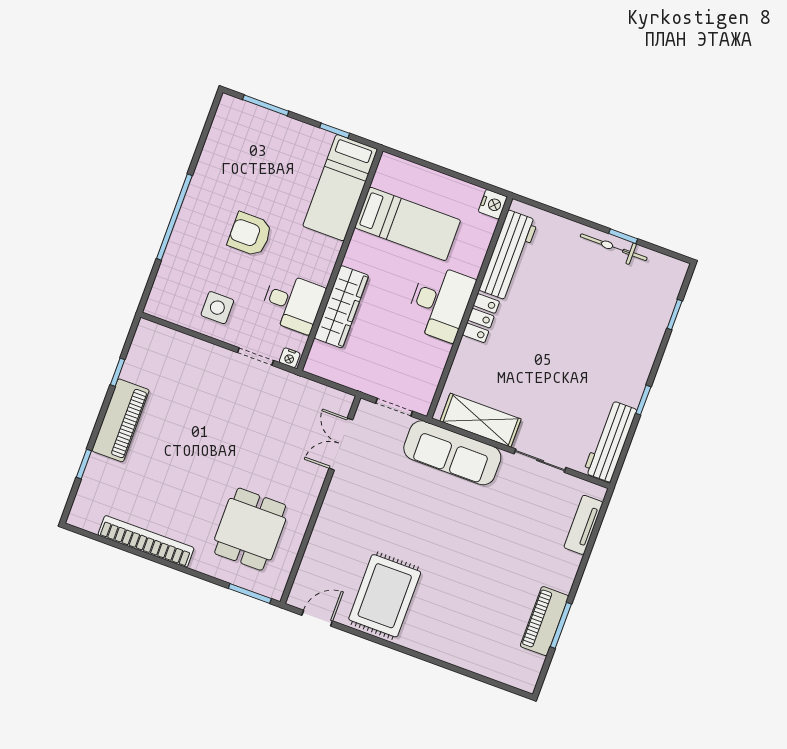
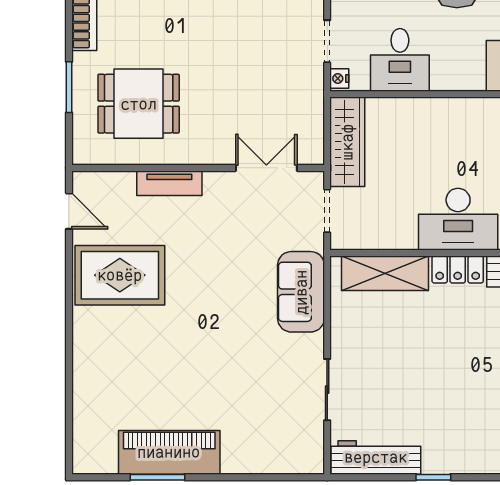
wardrobe: (341, 307) -> (347, 142), moved, turned -90
shelving: (481, 420) -> (385, 273), moved, turned 90
sofa: (452, 453) -> (301, 292), width x0.73
tv unit: (583, 525) -> (169, 183), moved, turned 180
window: (250, 593) -> (69, 87), moved
piano: (544, 621) -> (169, 452), width x1.37, depth x1.33

